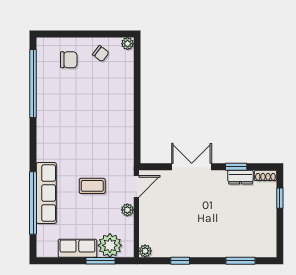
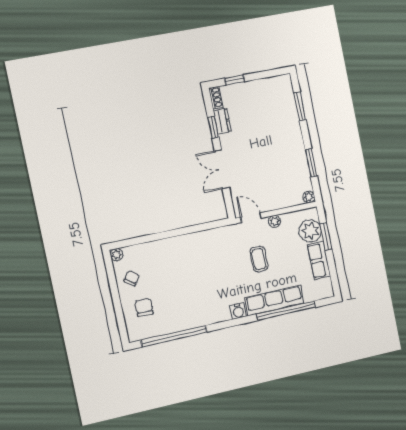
water cooler: (44, 154) -> (238, 311), added
window: (180, 261) -> (311, 163), width x1.50

